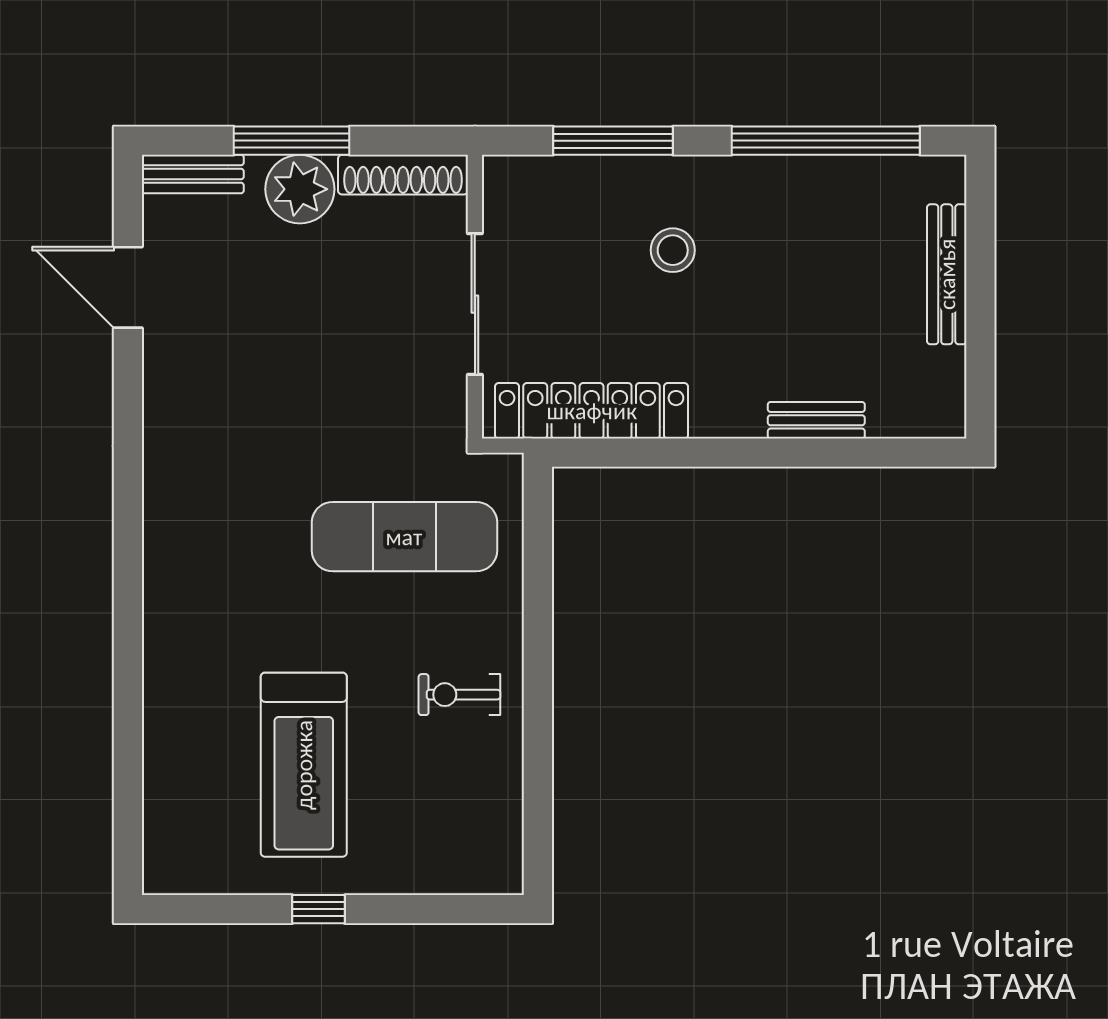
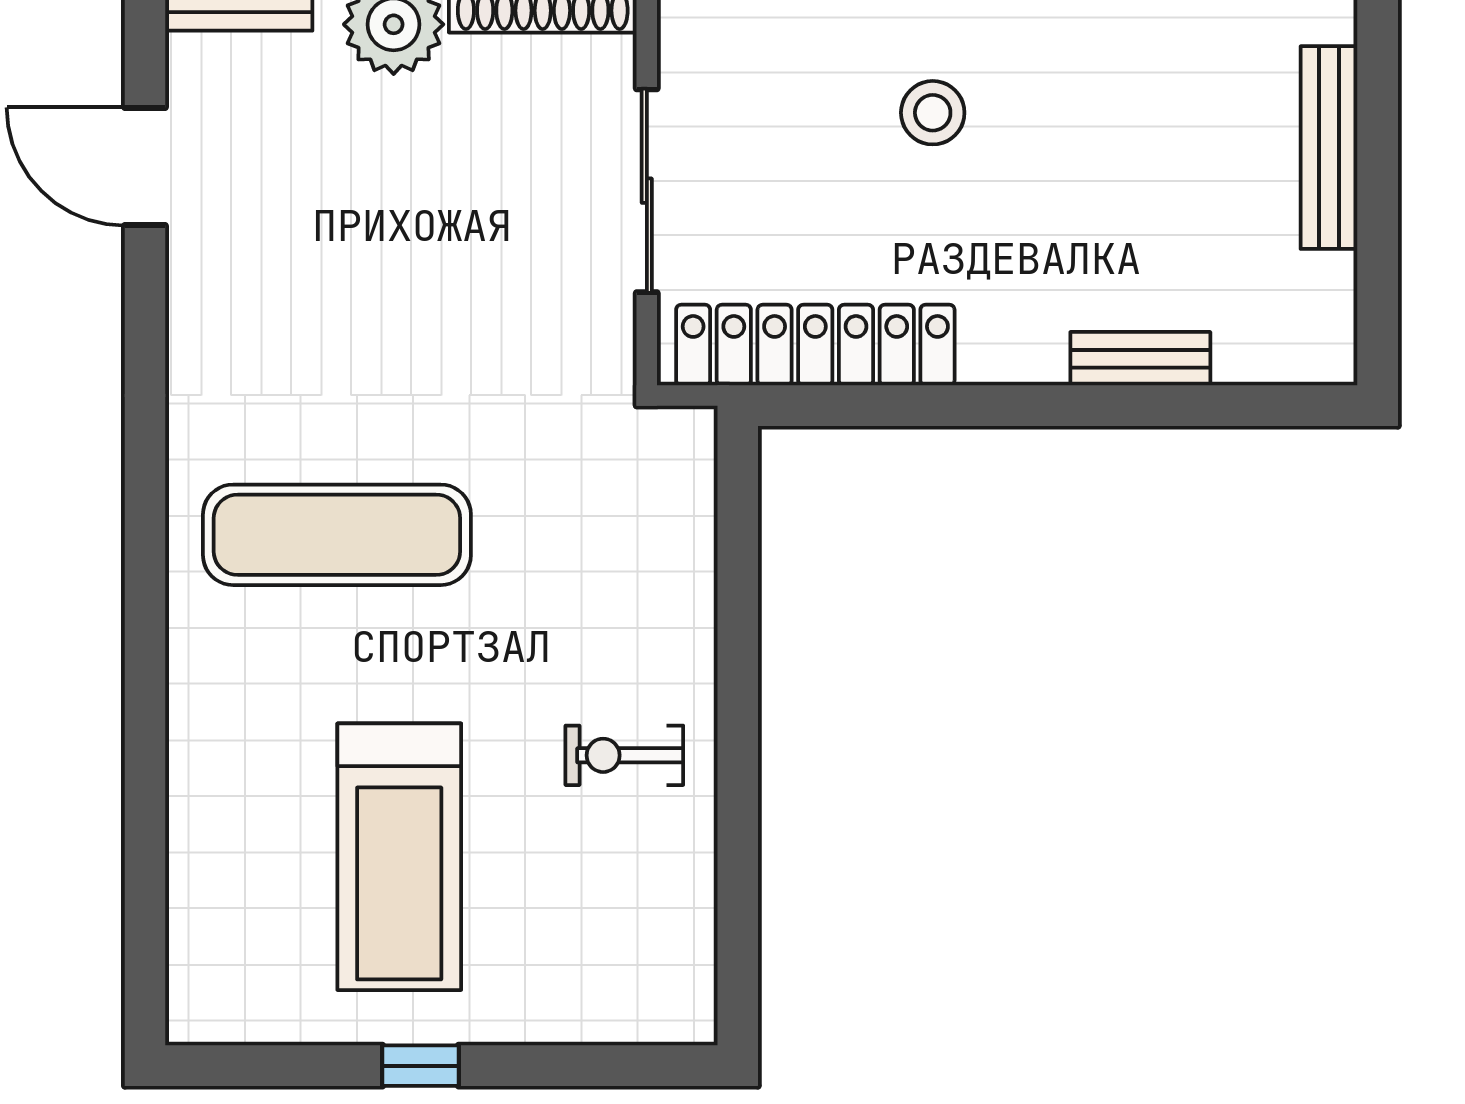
exercise mat: (404, 537) -> (337, 535), moved

